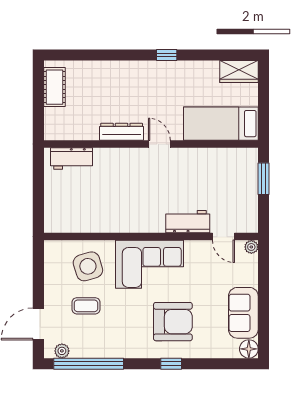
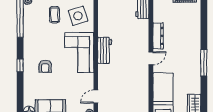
window: (167, 55) -> (204, 63), width x2.17
workbench: (188, 222) -> (105, 50), moved
armchair: (173, 322) -> (45, 66), width x0.53, depth x0.53

